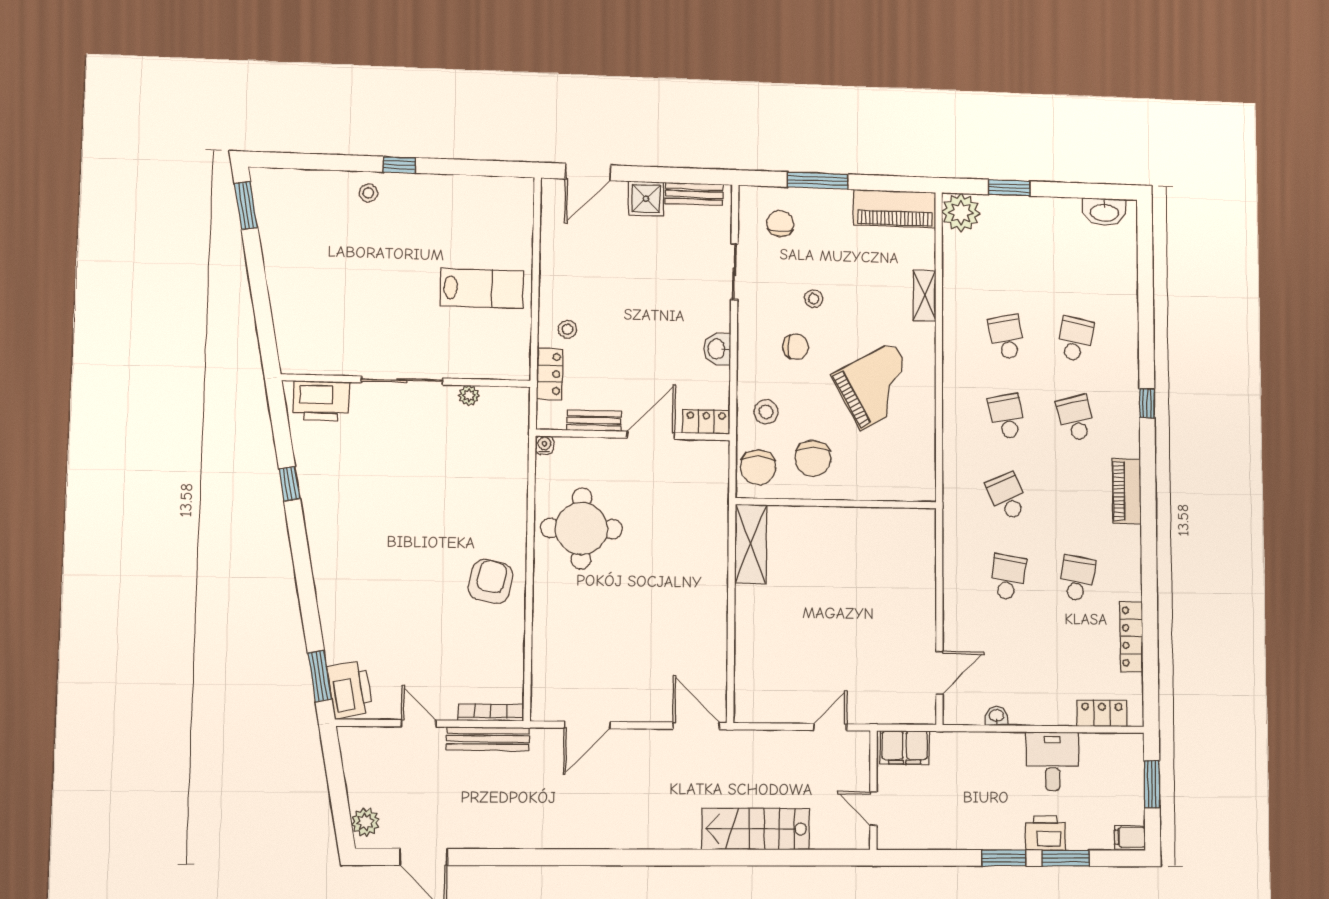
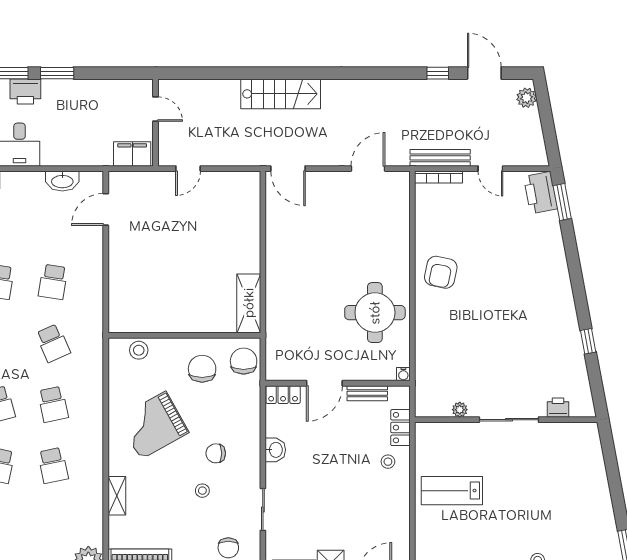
printer: (321, 401) -> (558, 408), width x0.53, depth x0.68
stool: (766, 412) -> (139, 350), moved
washbasin: (996, 716) -> (62, 181), width x1.91, depth x1.45
stairs: (756, 829) -> (281, 94), moved
window: (489, 857) -> (438, 73), added

